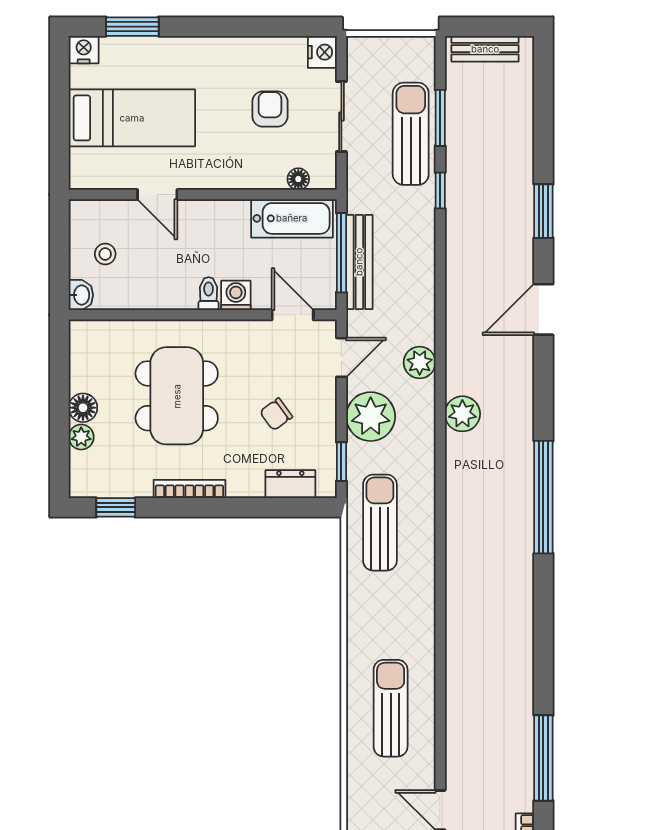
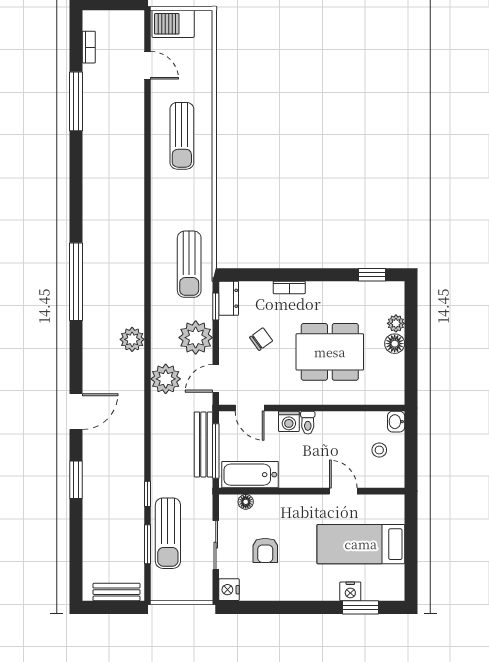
nightstand: (84, 50) -> (350, 591), moved
plant: (420, 362) -> (166, 379), width x1.36, depth x1.36
dining table: (177, 396) -> (330, 352), turned 90
dresser: (290, 484) -> (229, 298), moved, turned -90
bookcase: (189, 489) -> (289, 287), moved, width x0.64

